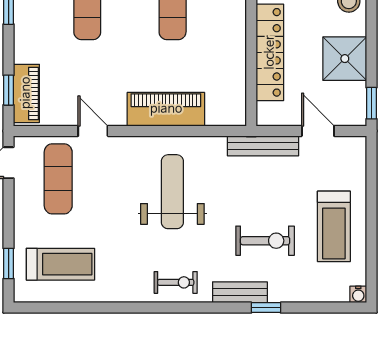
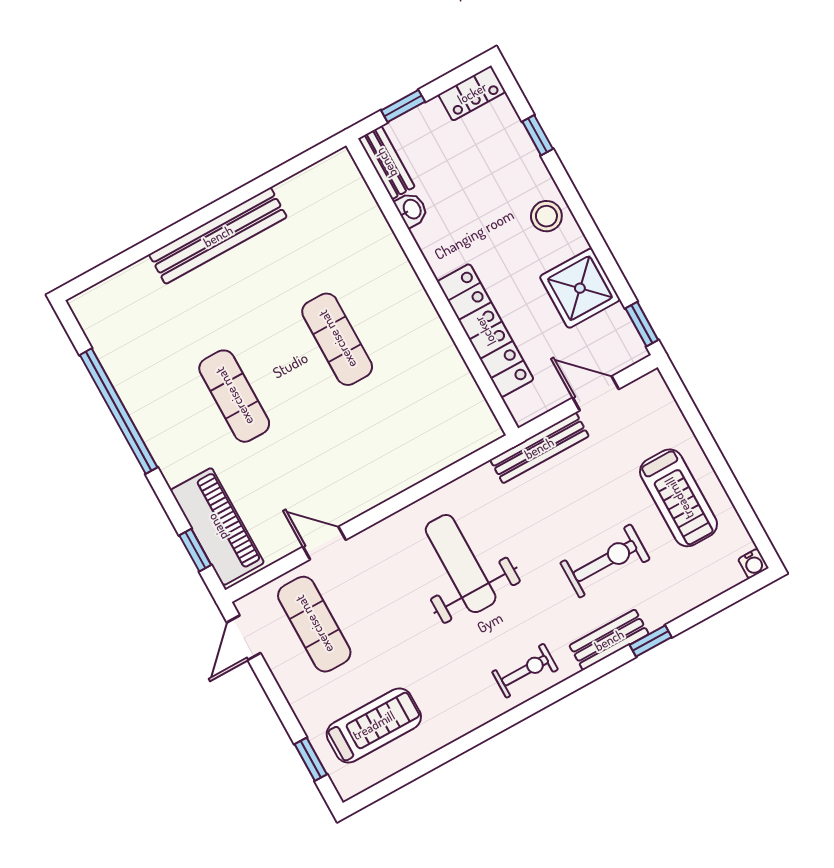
piano: (26, 93) -> (217, 527), width x1.37, depth x1.33
piano: (166, 109) -> (398, 468), removed

